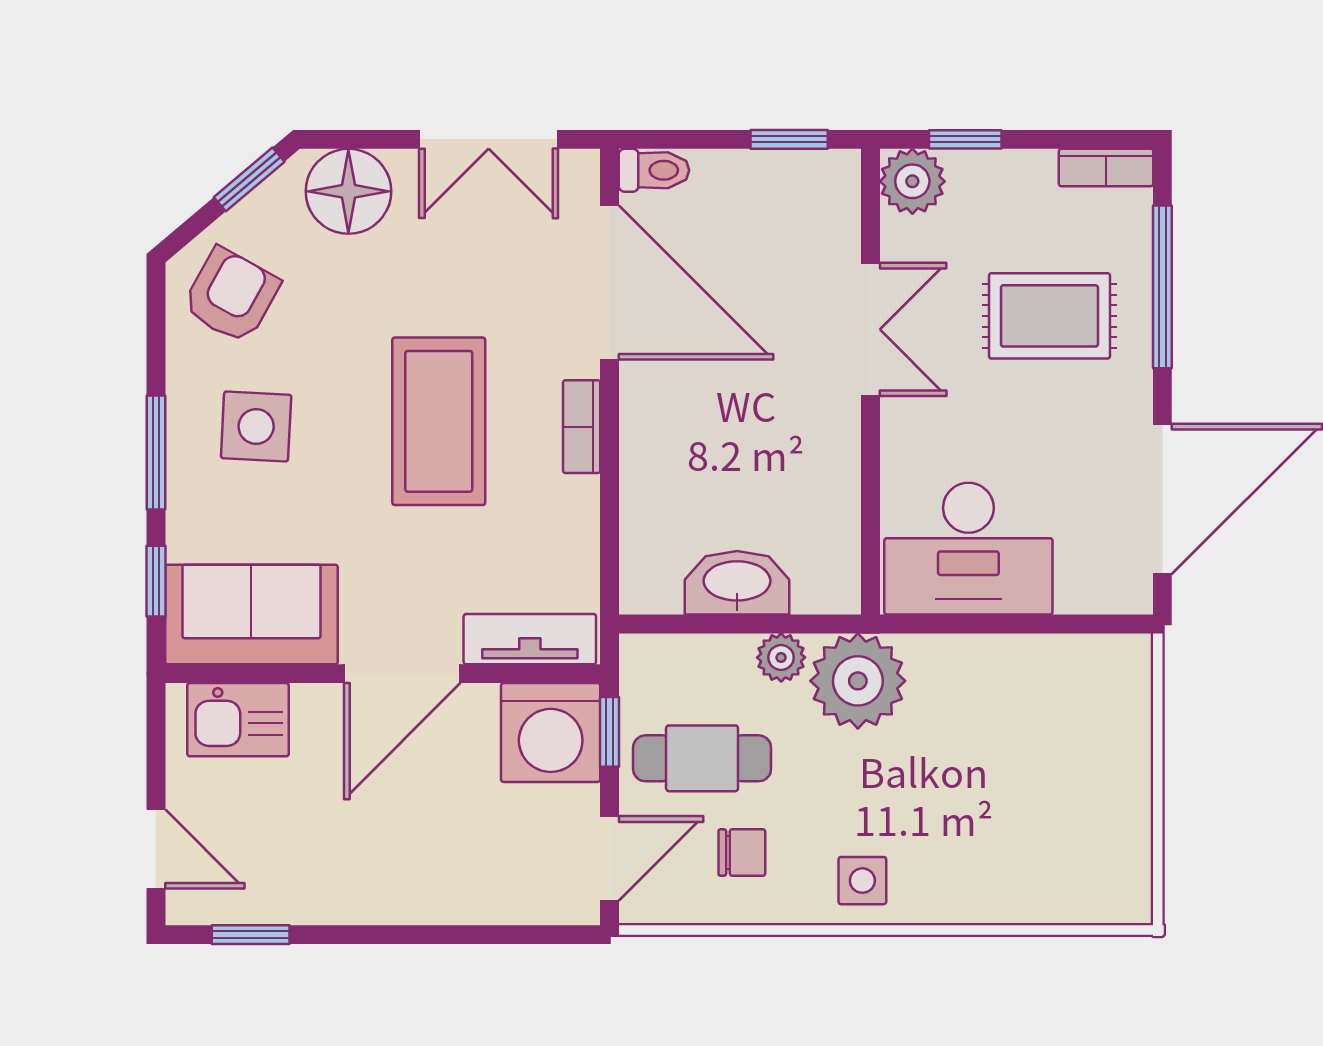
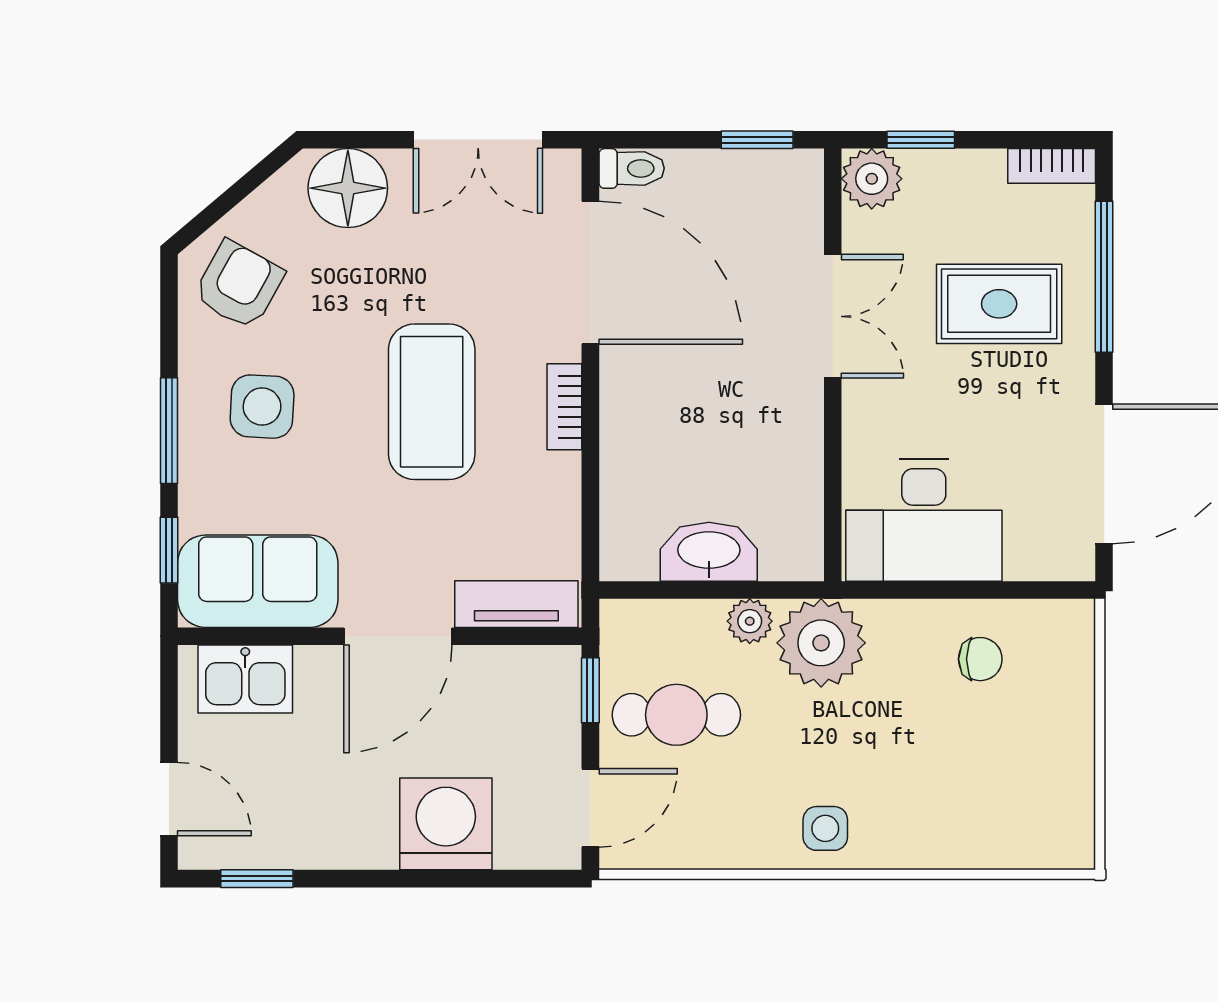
window: (249, 179) -> (256, 177), removed
washing machine: (551, 733) -> (446, 824), moved, turned 180
chair: (742, 853) -> (980, 659), moved

